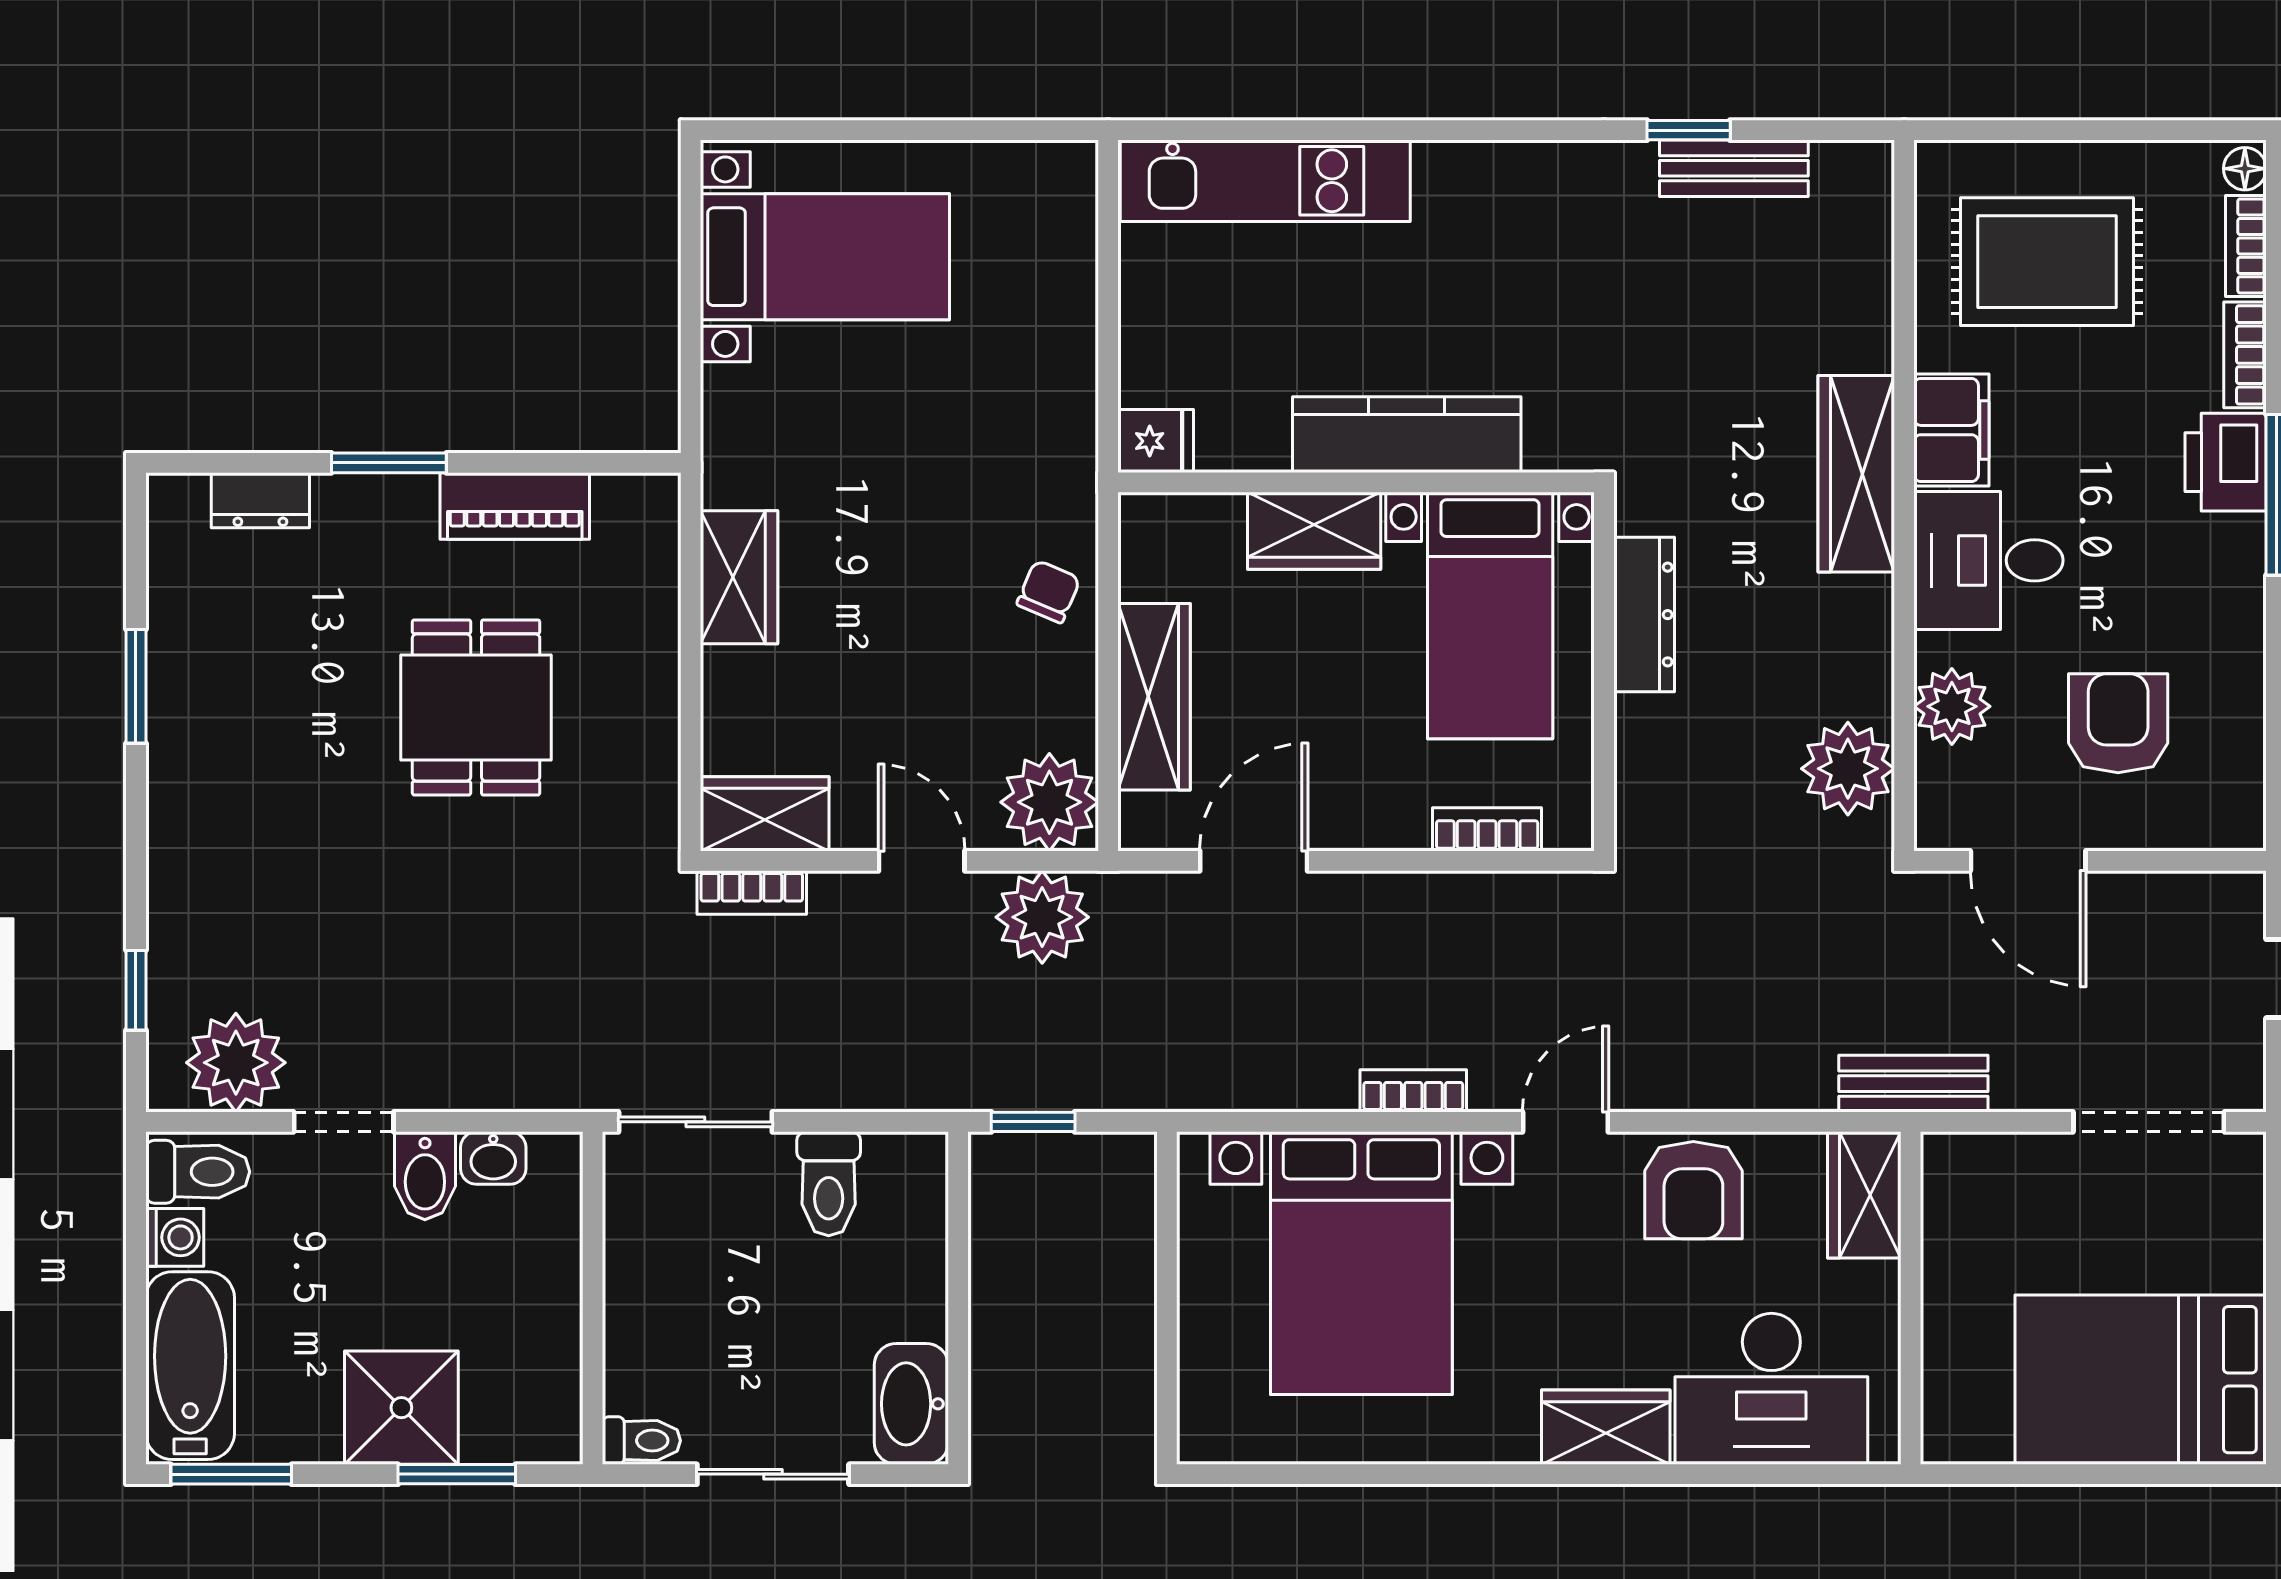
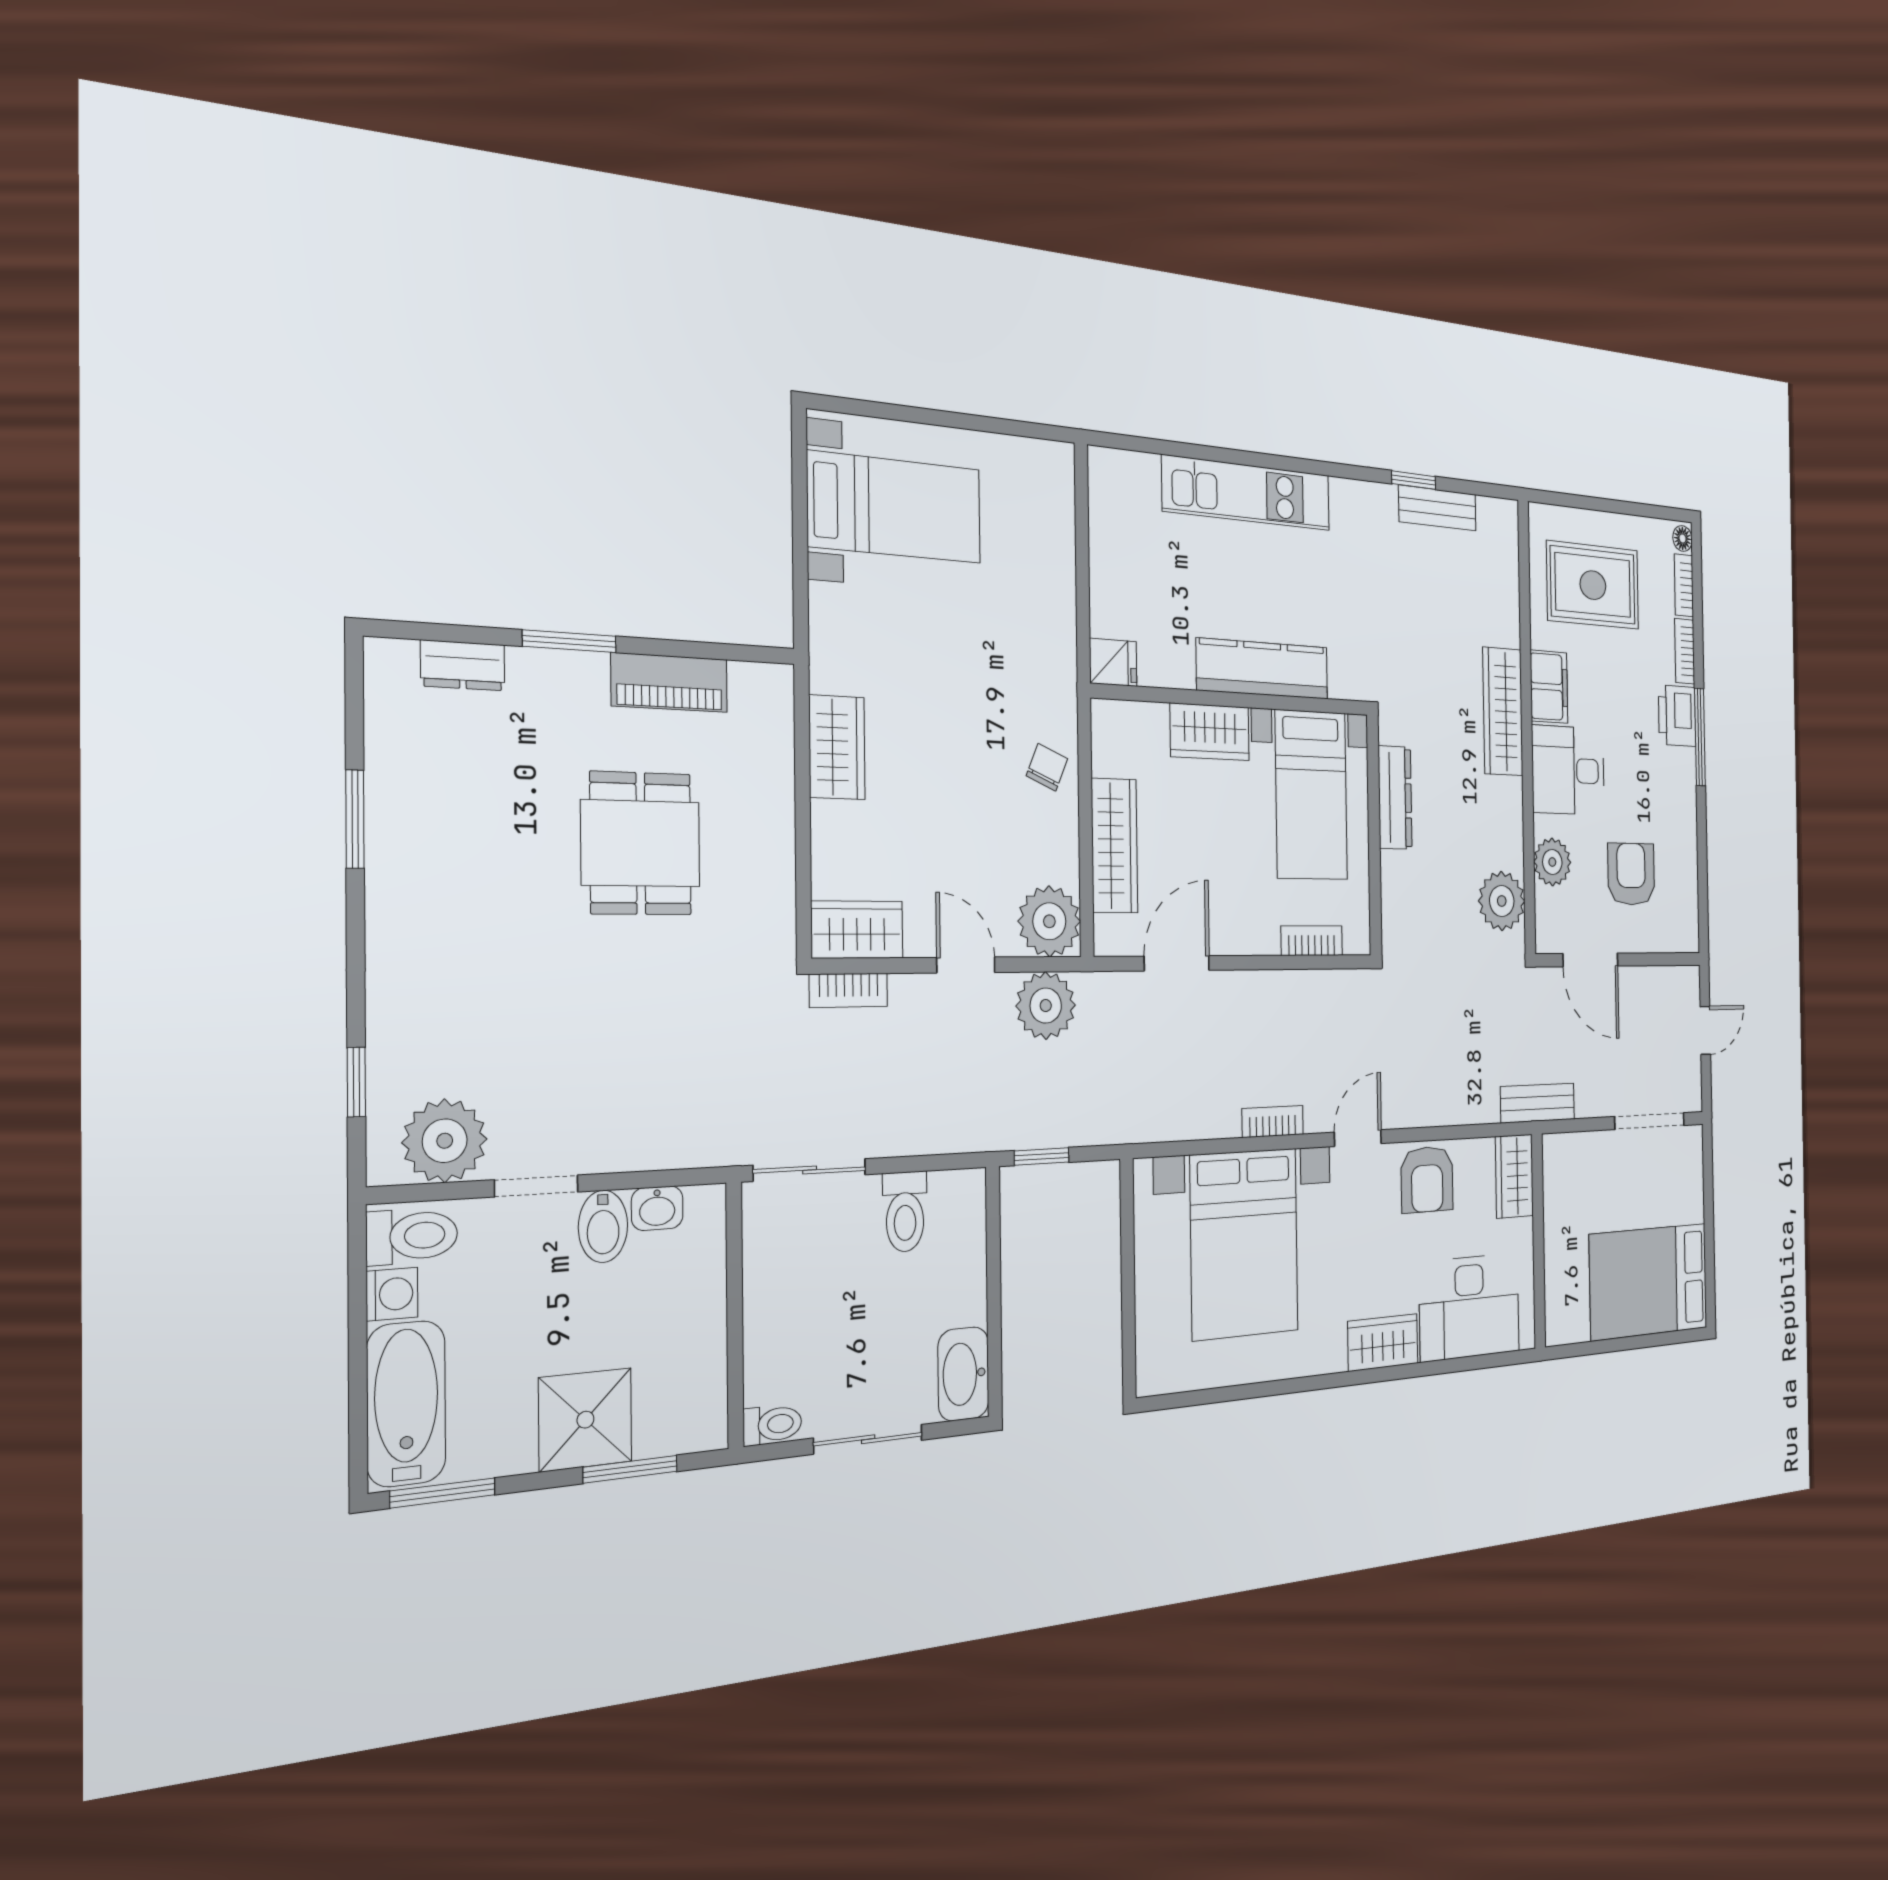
kitchen unit: (1265, 181) -> (1247, 493), moved

